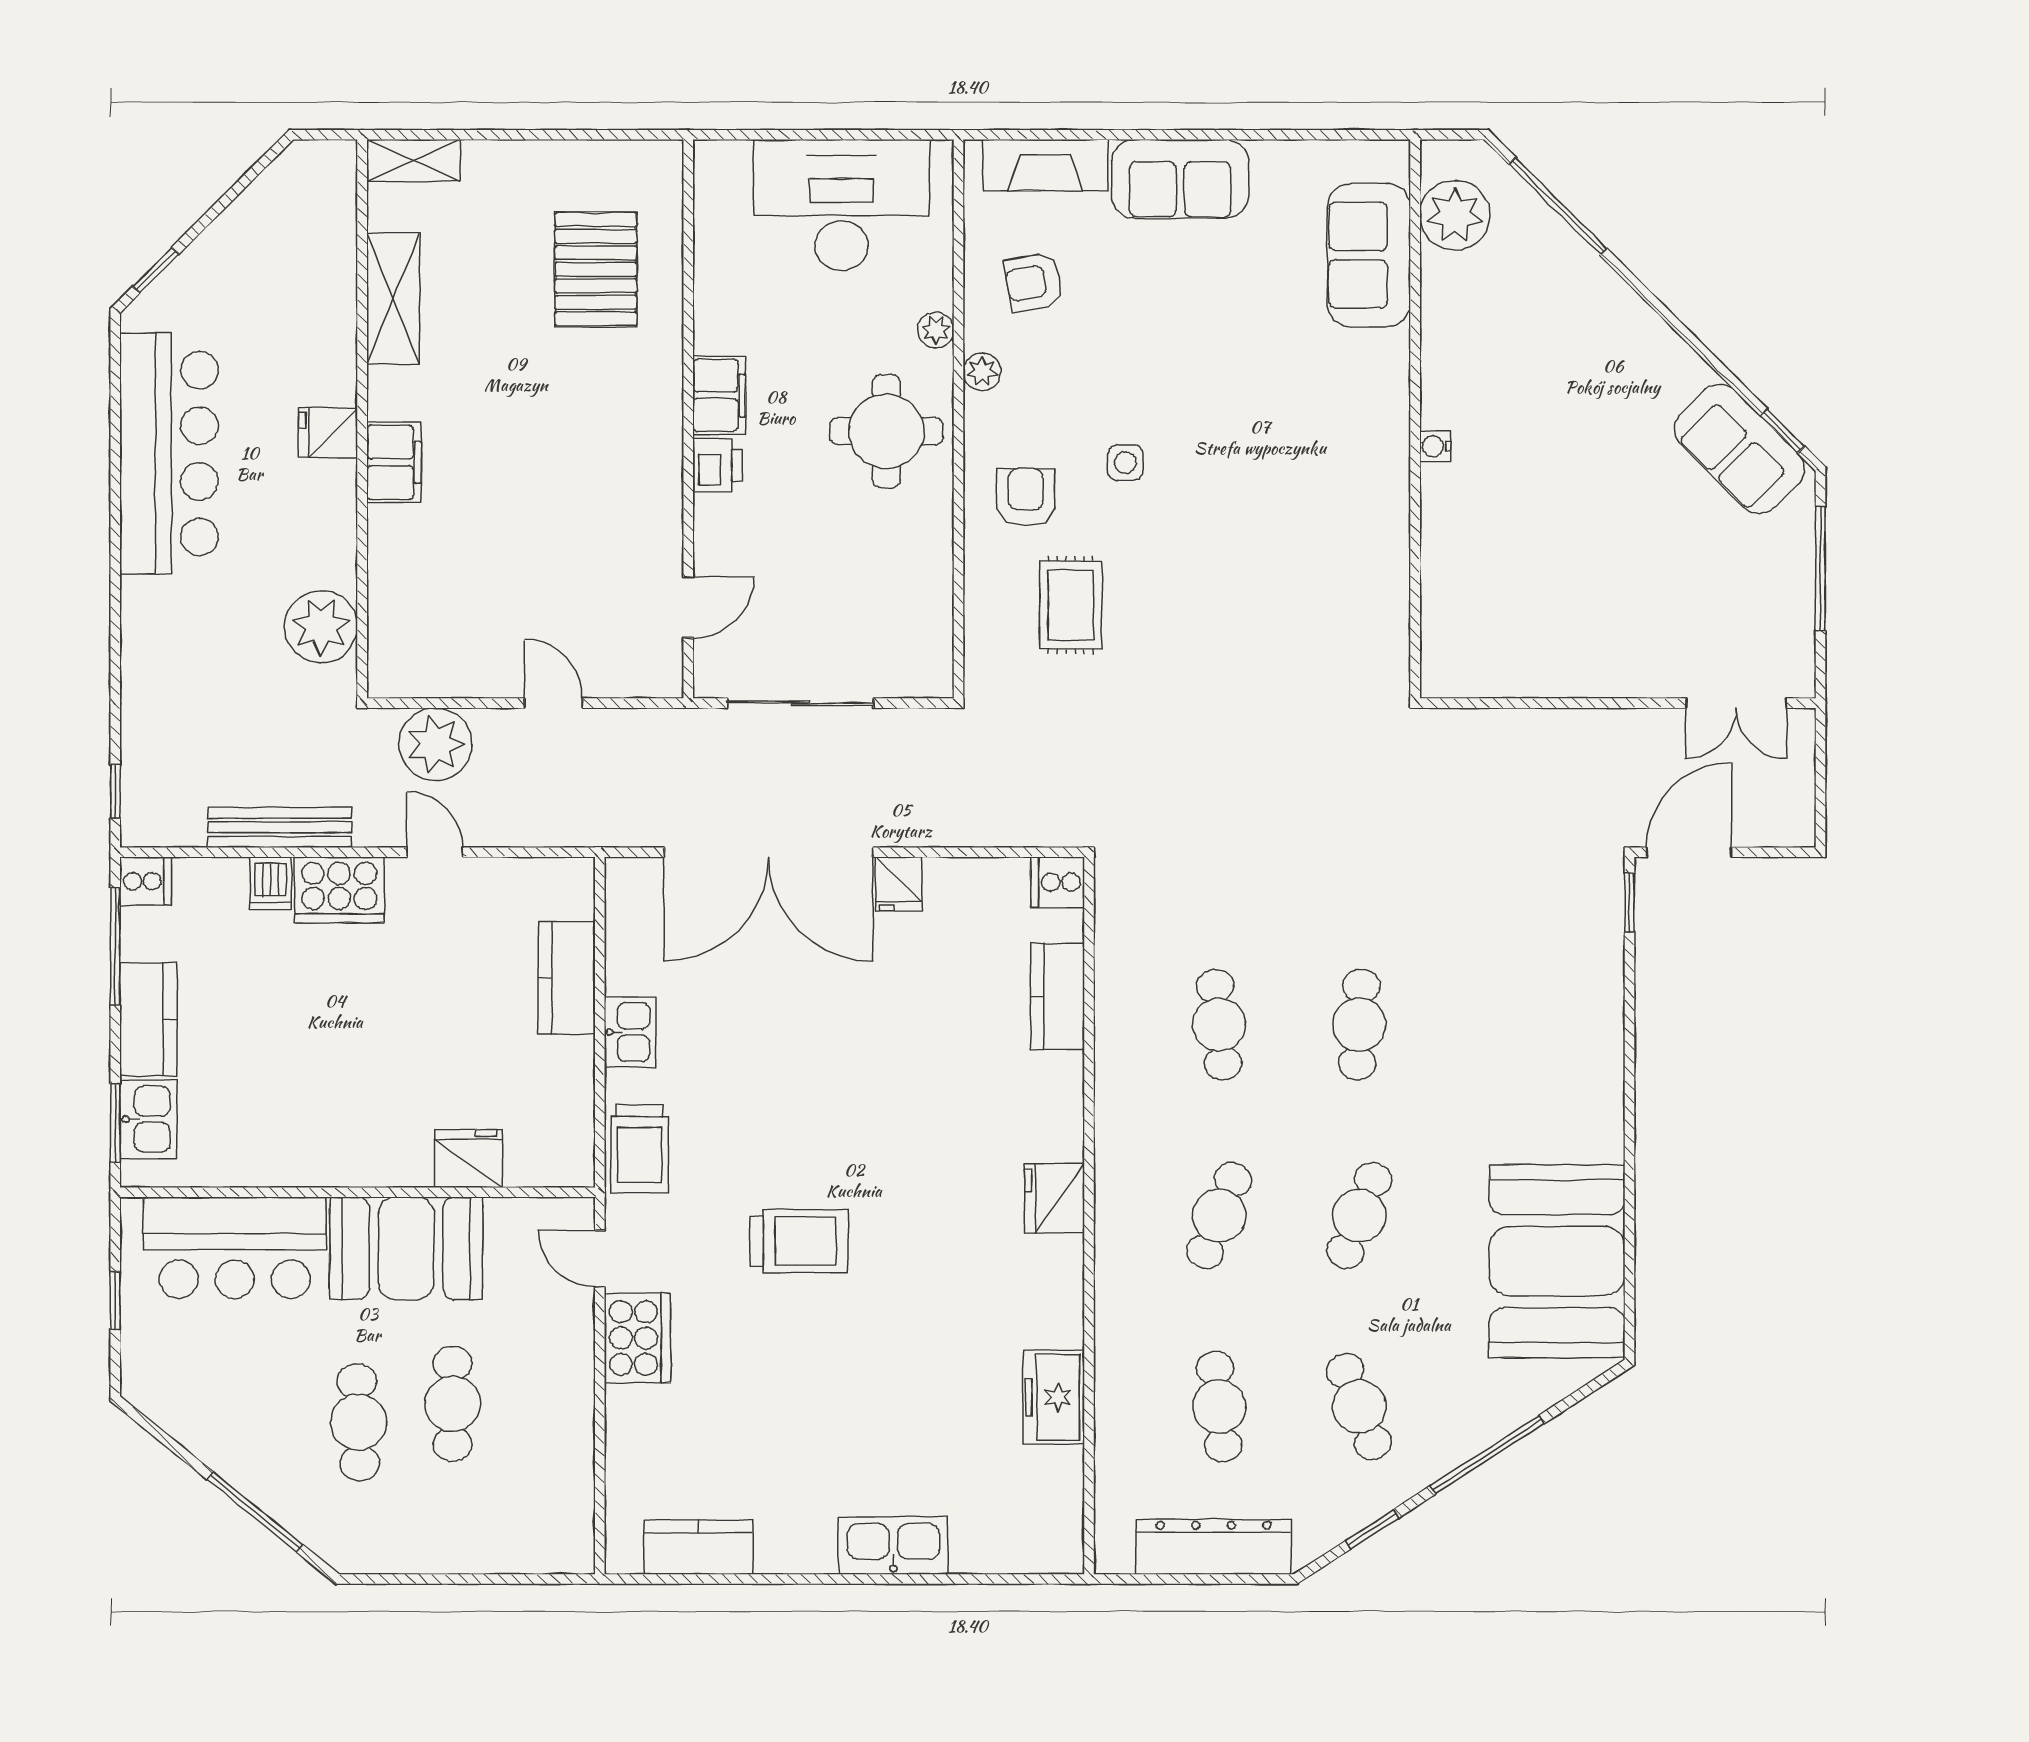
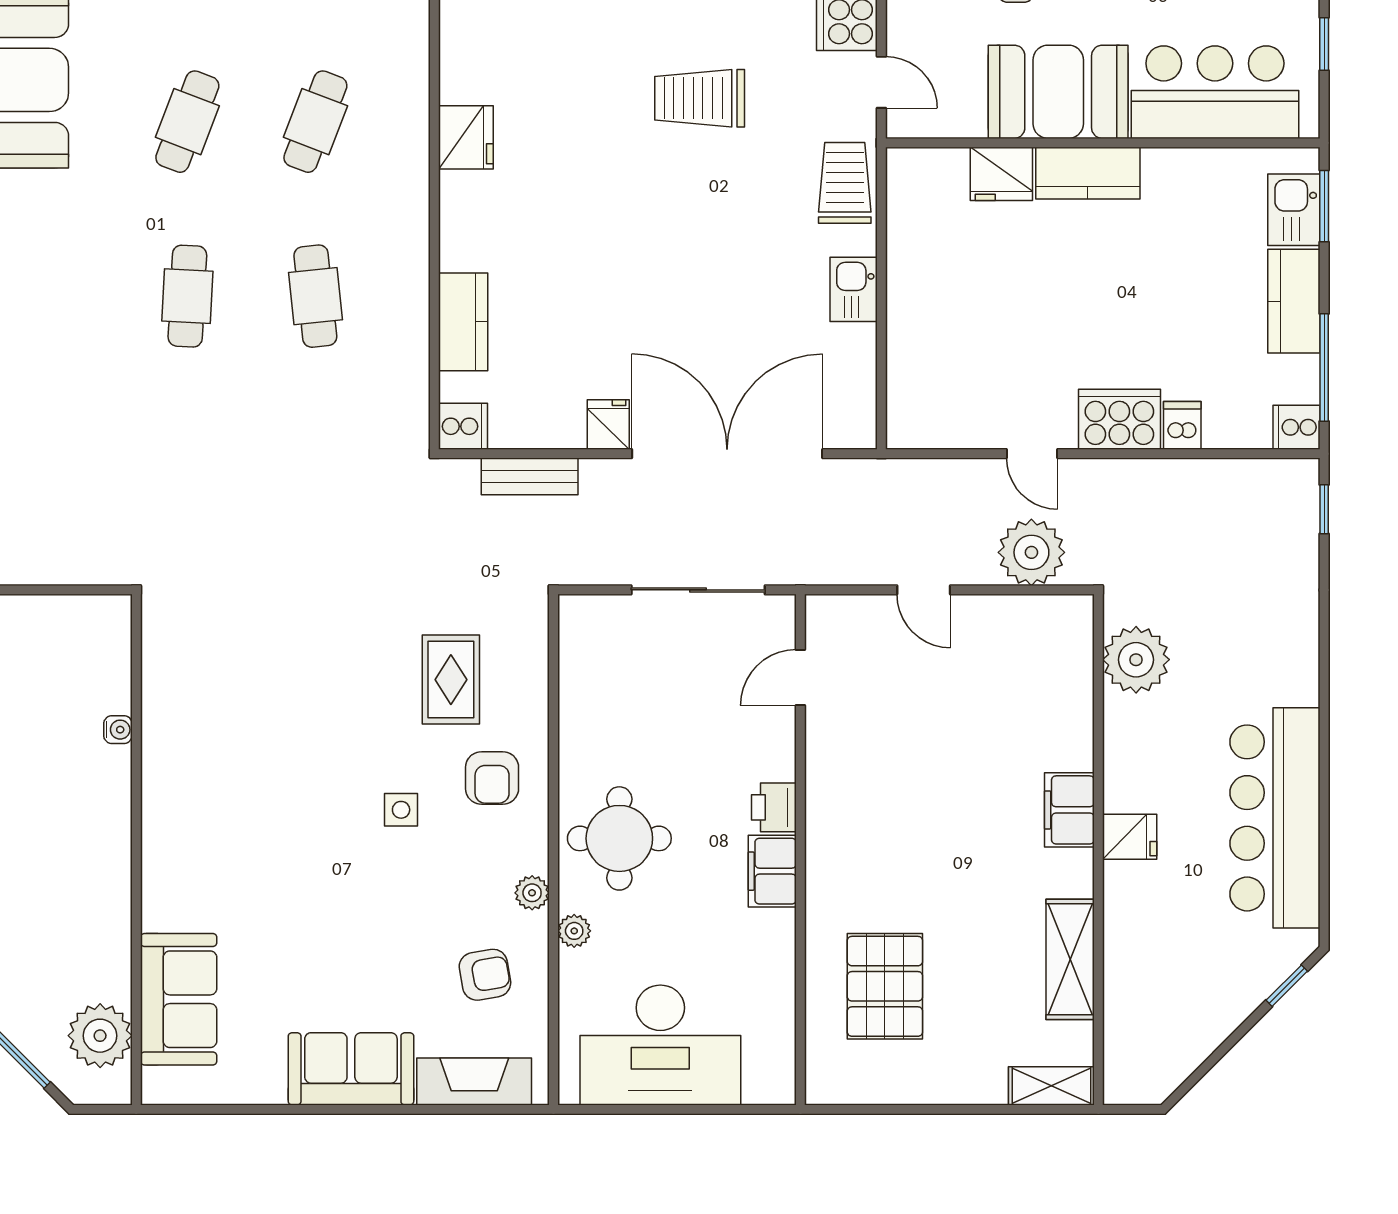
water cooler: (1435, 446) -> (118, 730), moved
bench: (280, 827) -> (530, 476), moved, width x0.73
kitchen counter: (567, 978) -> (1088, 173), moved, turned 90

